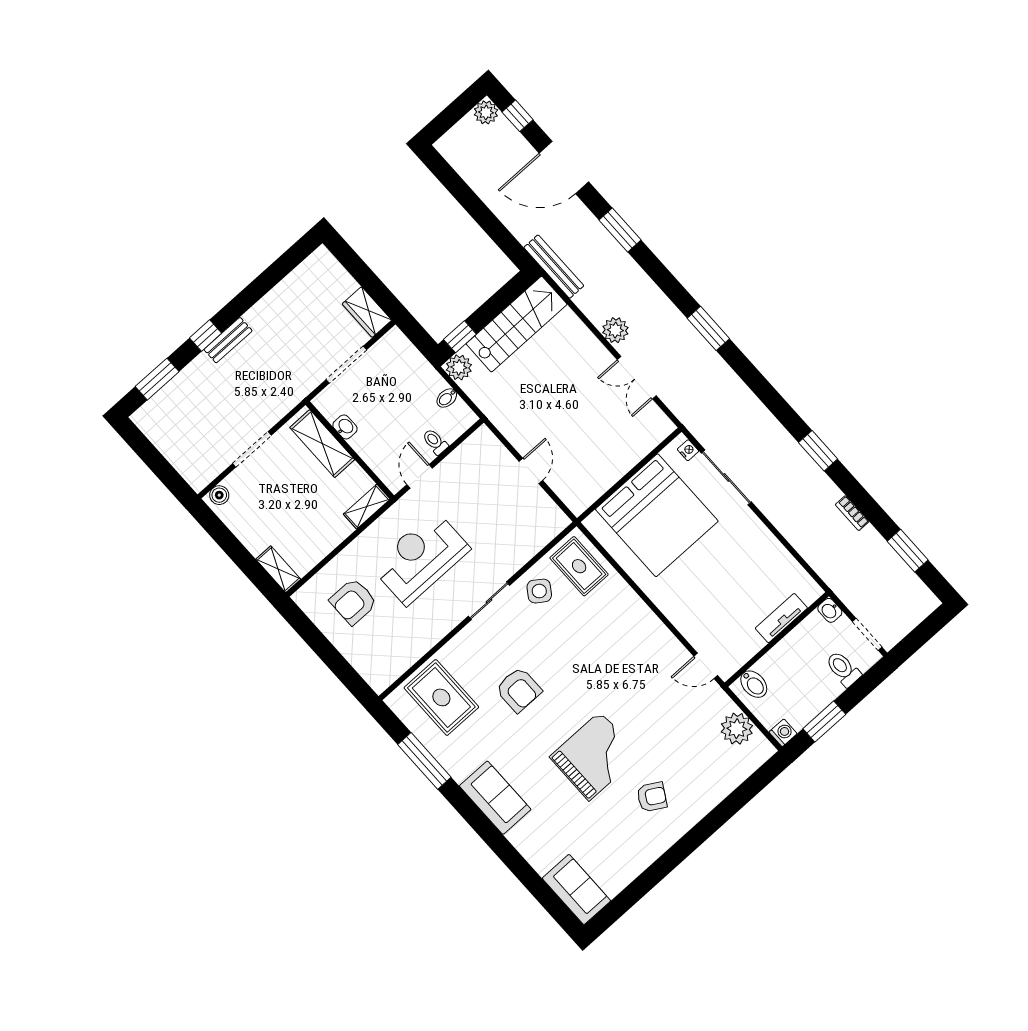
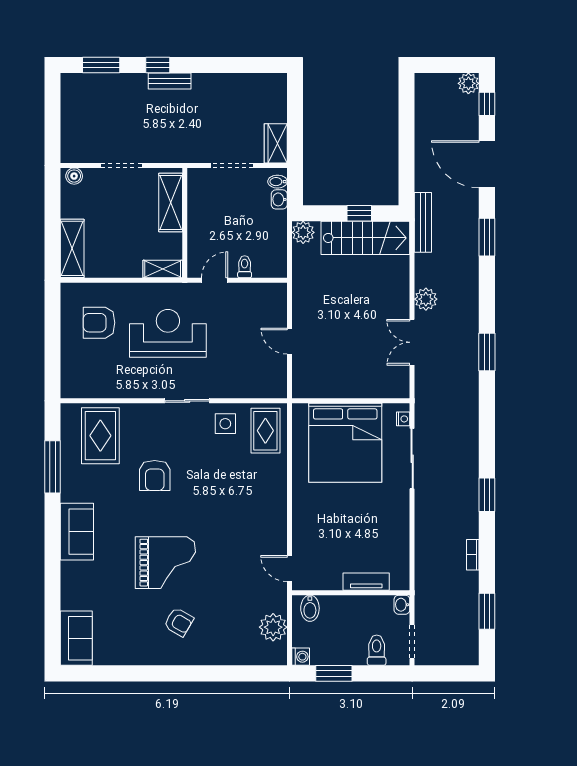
window: (460, 337) -> (359, 213), moved
bidet: (447, 398) -> (277, 182), moved
washbasin: (345, 427) -> (279, 199), moved, turned 180
door: (531, 471) -> (289, 341), swing flipped
shelving: (278, 569) -> (72, 248), width x1.50, depth x1.33
side table: (539, 591) -> (225, 424), turned -35

